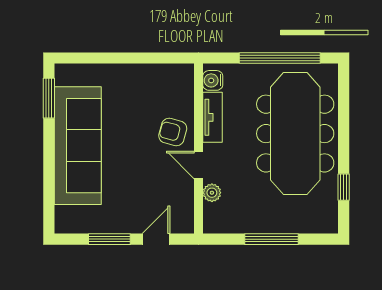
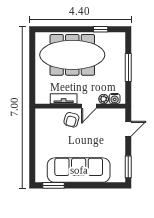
window: (280, 58) -> (32, 63), removed
water cooler: (213, 80) -> (115, 99), moved
window: (109, 239) -> (128, 167), moved
door: (156, 239) -> (128, 129), swing flipped

